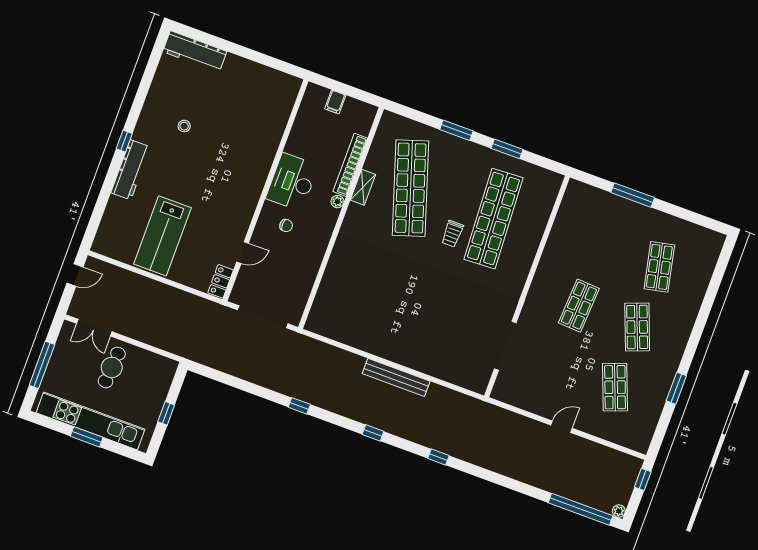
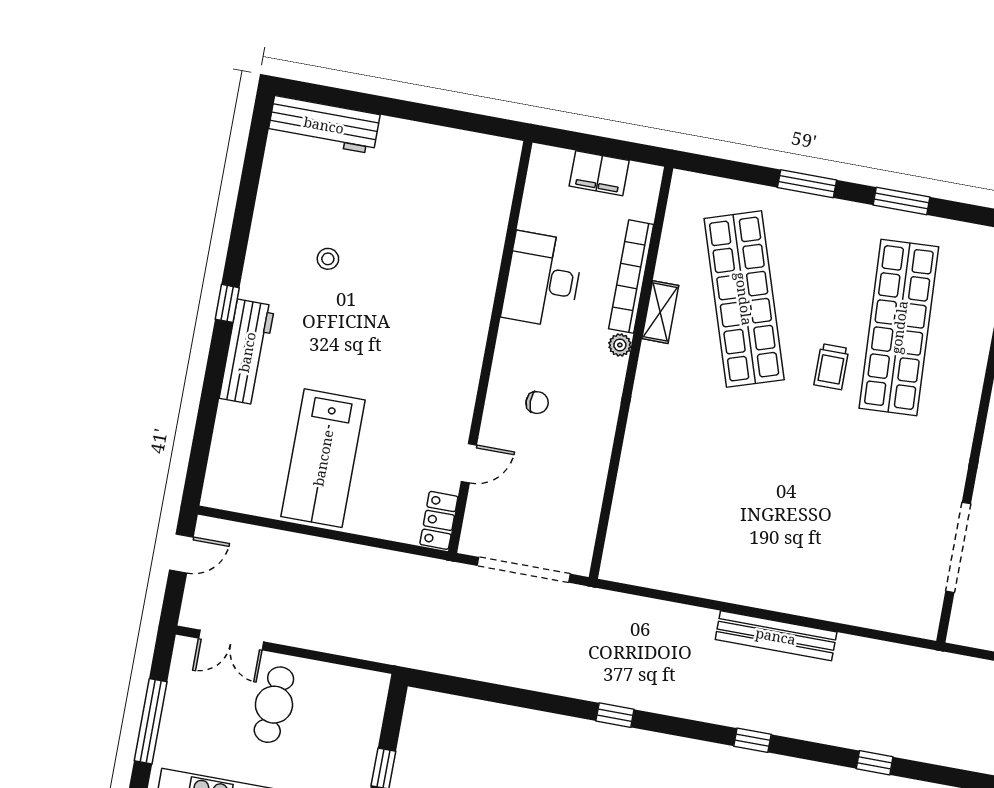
filing cabinet: (335, 102) -> (599, 173), width x2.00
desk: (292, 182) -> (543, 280), moved

